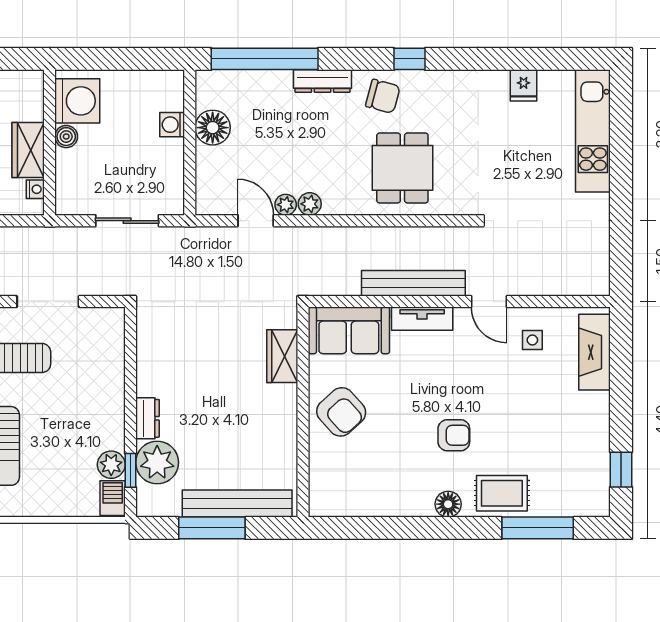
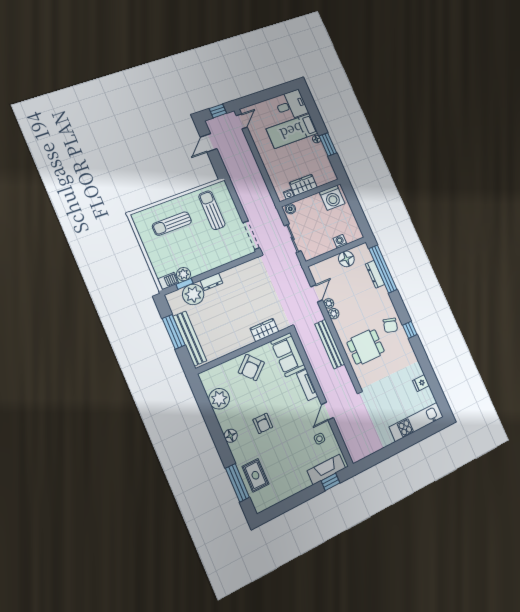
dresser: (323, 81) -> (375, 274), moved
boiler: (66, 137) -> (290, 209), moved
bench: (413, 283) -> (330, 344), moved
doorway: (48, 302) -> (251, 235), moved
window: (621, 470) -> (330, 482), moved
rug: (502, 493) -> (255, 475), moved
plant: (372, 497) -> (219, 399), added

